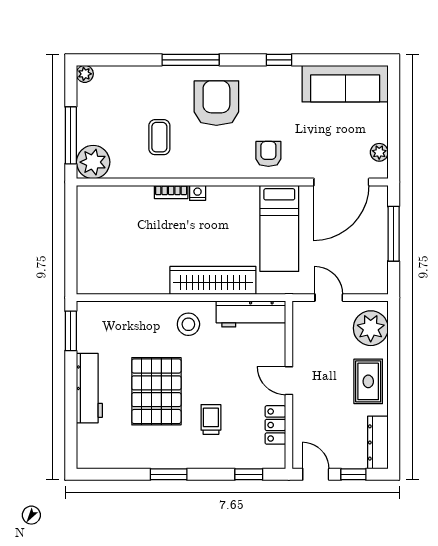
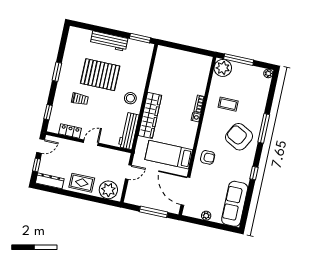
armchair: (216, 103) -> (239, 137), turned -152
plant: (379, 152) -> (206, 216), moved

